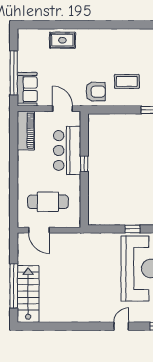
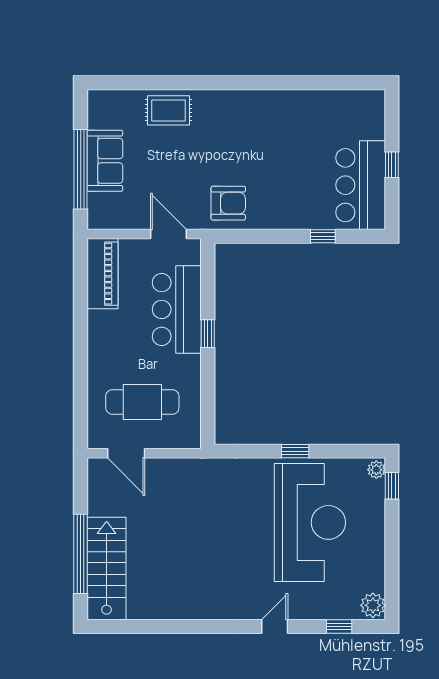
coffee table: (127, 81) -> (285, 185), removed
sofa: (27, 89) -> (105, 161), moved

